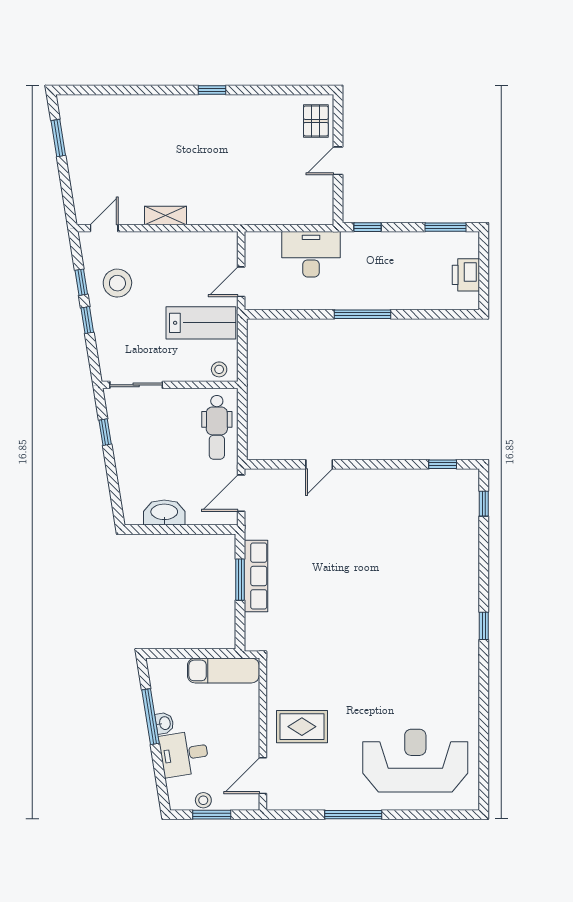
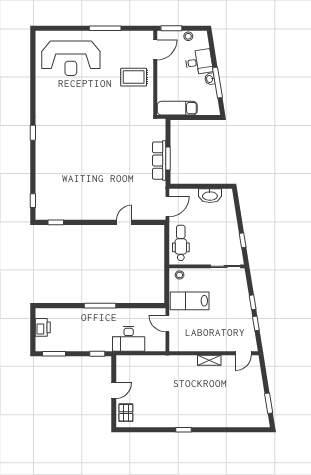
door: (241, 282) -> (167, 324), swing flipped
stool: (117, 283) -> (236, 323), removed
window: (212, 815) -> (171, 28), moved

